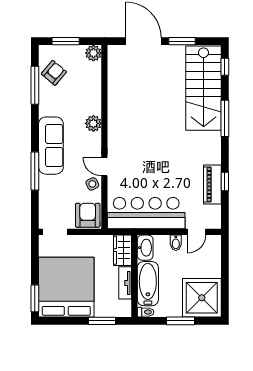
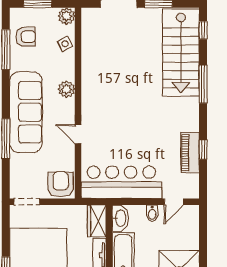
armchair: (54, 73) -> (26, 37), turned 50
sofa: (51, 146) -> (26, 112), width x1.36, depth x1.27
side table: (92, 184) -> (65, 44), moved

